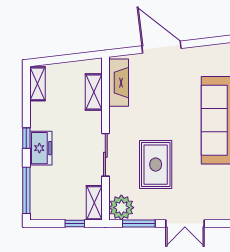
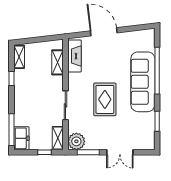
window: (26, 138) -> (11, 78), moved
freezer: (41, 148) -> (21, 138), moved
rug: (156, 165) -> (105, 99), moved

